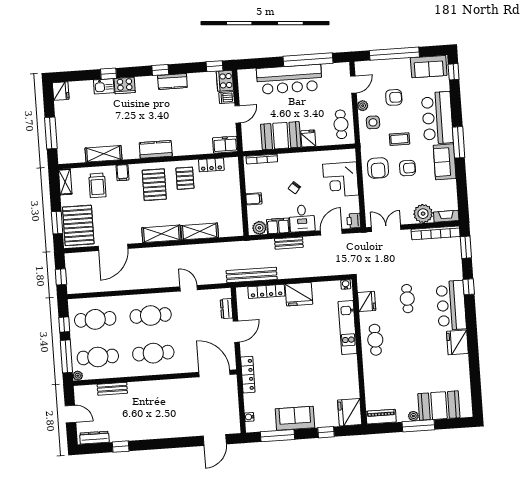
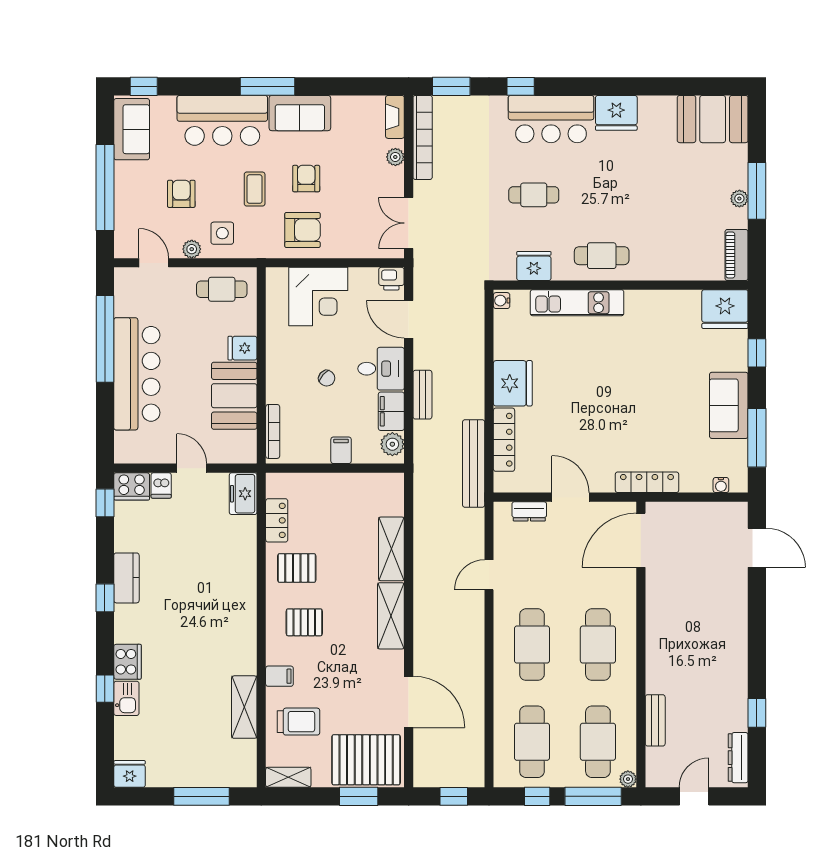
kitchen counter: (156, 149) -> (243, 615), removed
pallet: (154, 185) -> (304, 622), width x0.67, depth x0.71
plant: (423, 214) -> (395, 157), width x0.53, depth x0.53
booth: (439, 406) -> (713, 119), moved, turned 90

